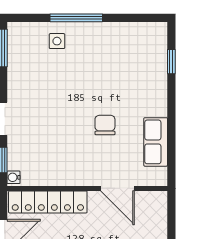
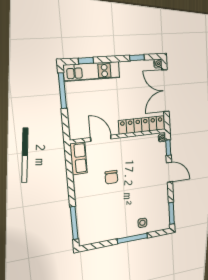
window: (171, 62) -> (74, 223), width x2.17
row of seats: (156, 142) -> (78, 158), moved

